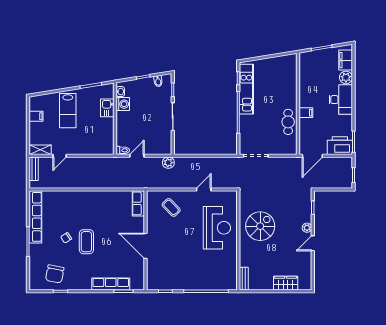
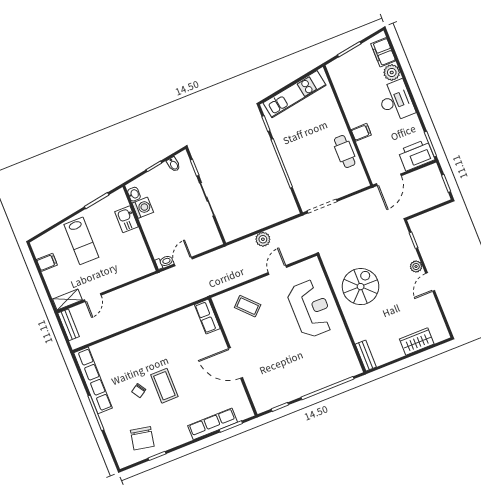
kitchen unit: (246, 89) -> (294, 94), moved, turned 81
plant: (168, 163) -> (263, 239), moved

